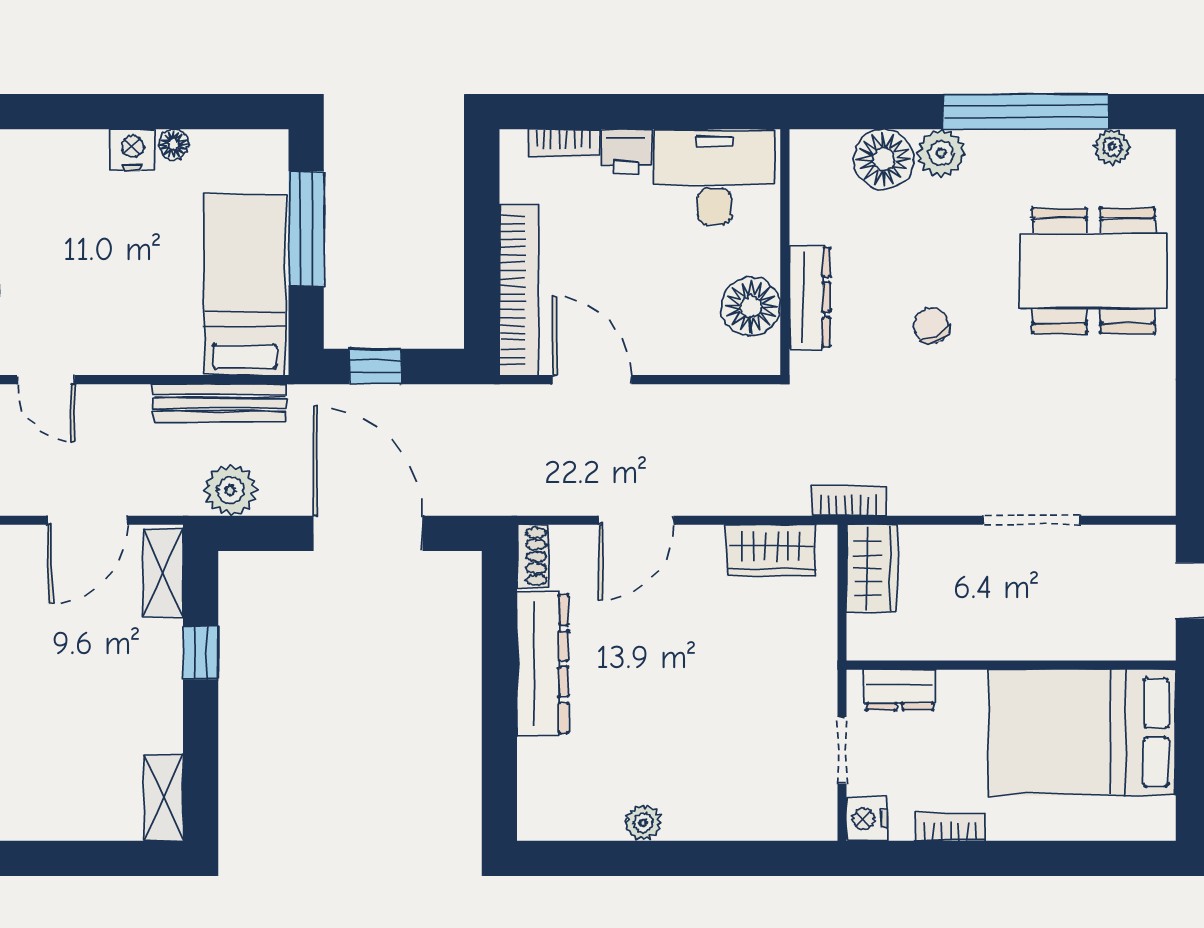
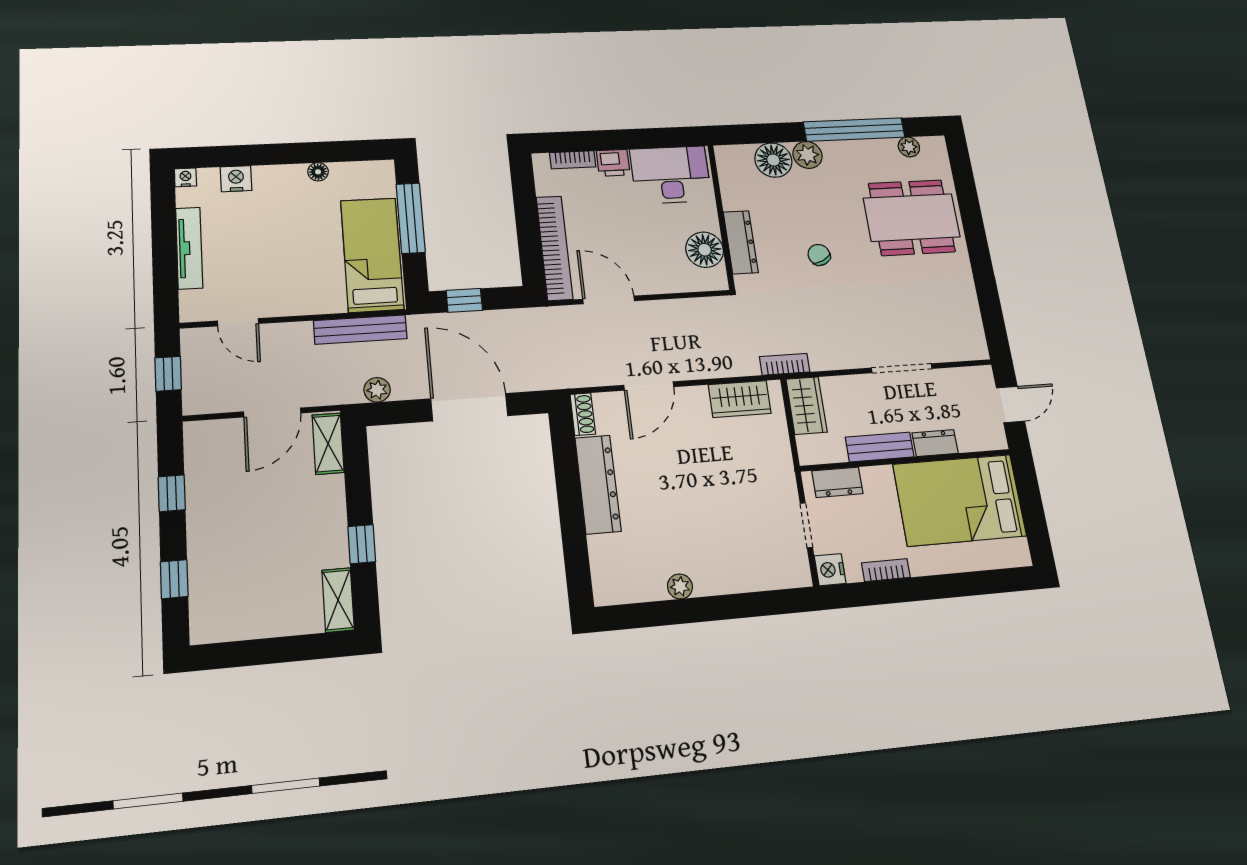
nightstand: (132, 150) -> (236, 179), moved
plant: (230, 490) -> (377, 390), width x0.73, depth x0.73
bench: (974, 641) -> (880, 447), added
dresser: (1062, 642) -> (935, 443), added
window: (201, 653) -> (362, 544), moved

